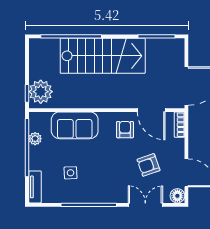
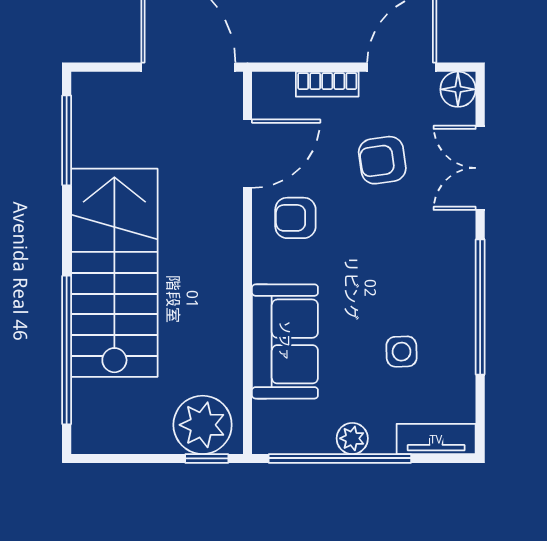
bookcase: (179, 125) -> (327, 84), moved
plant: (35, 139) -> (352, 438), moved
armchair: (149, 165) -> (382, 160), turned 101

